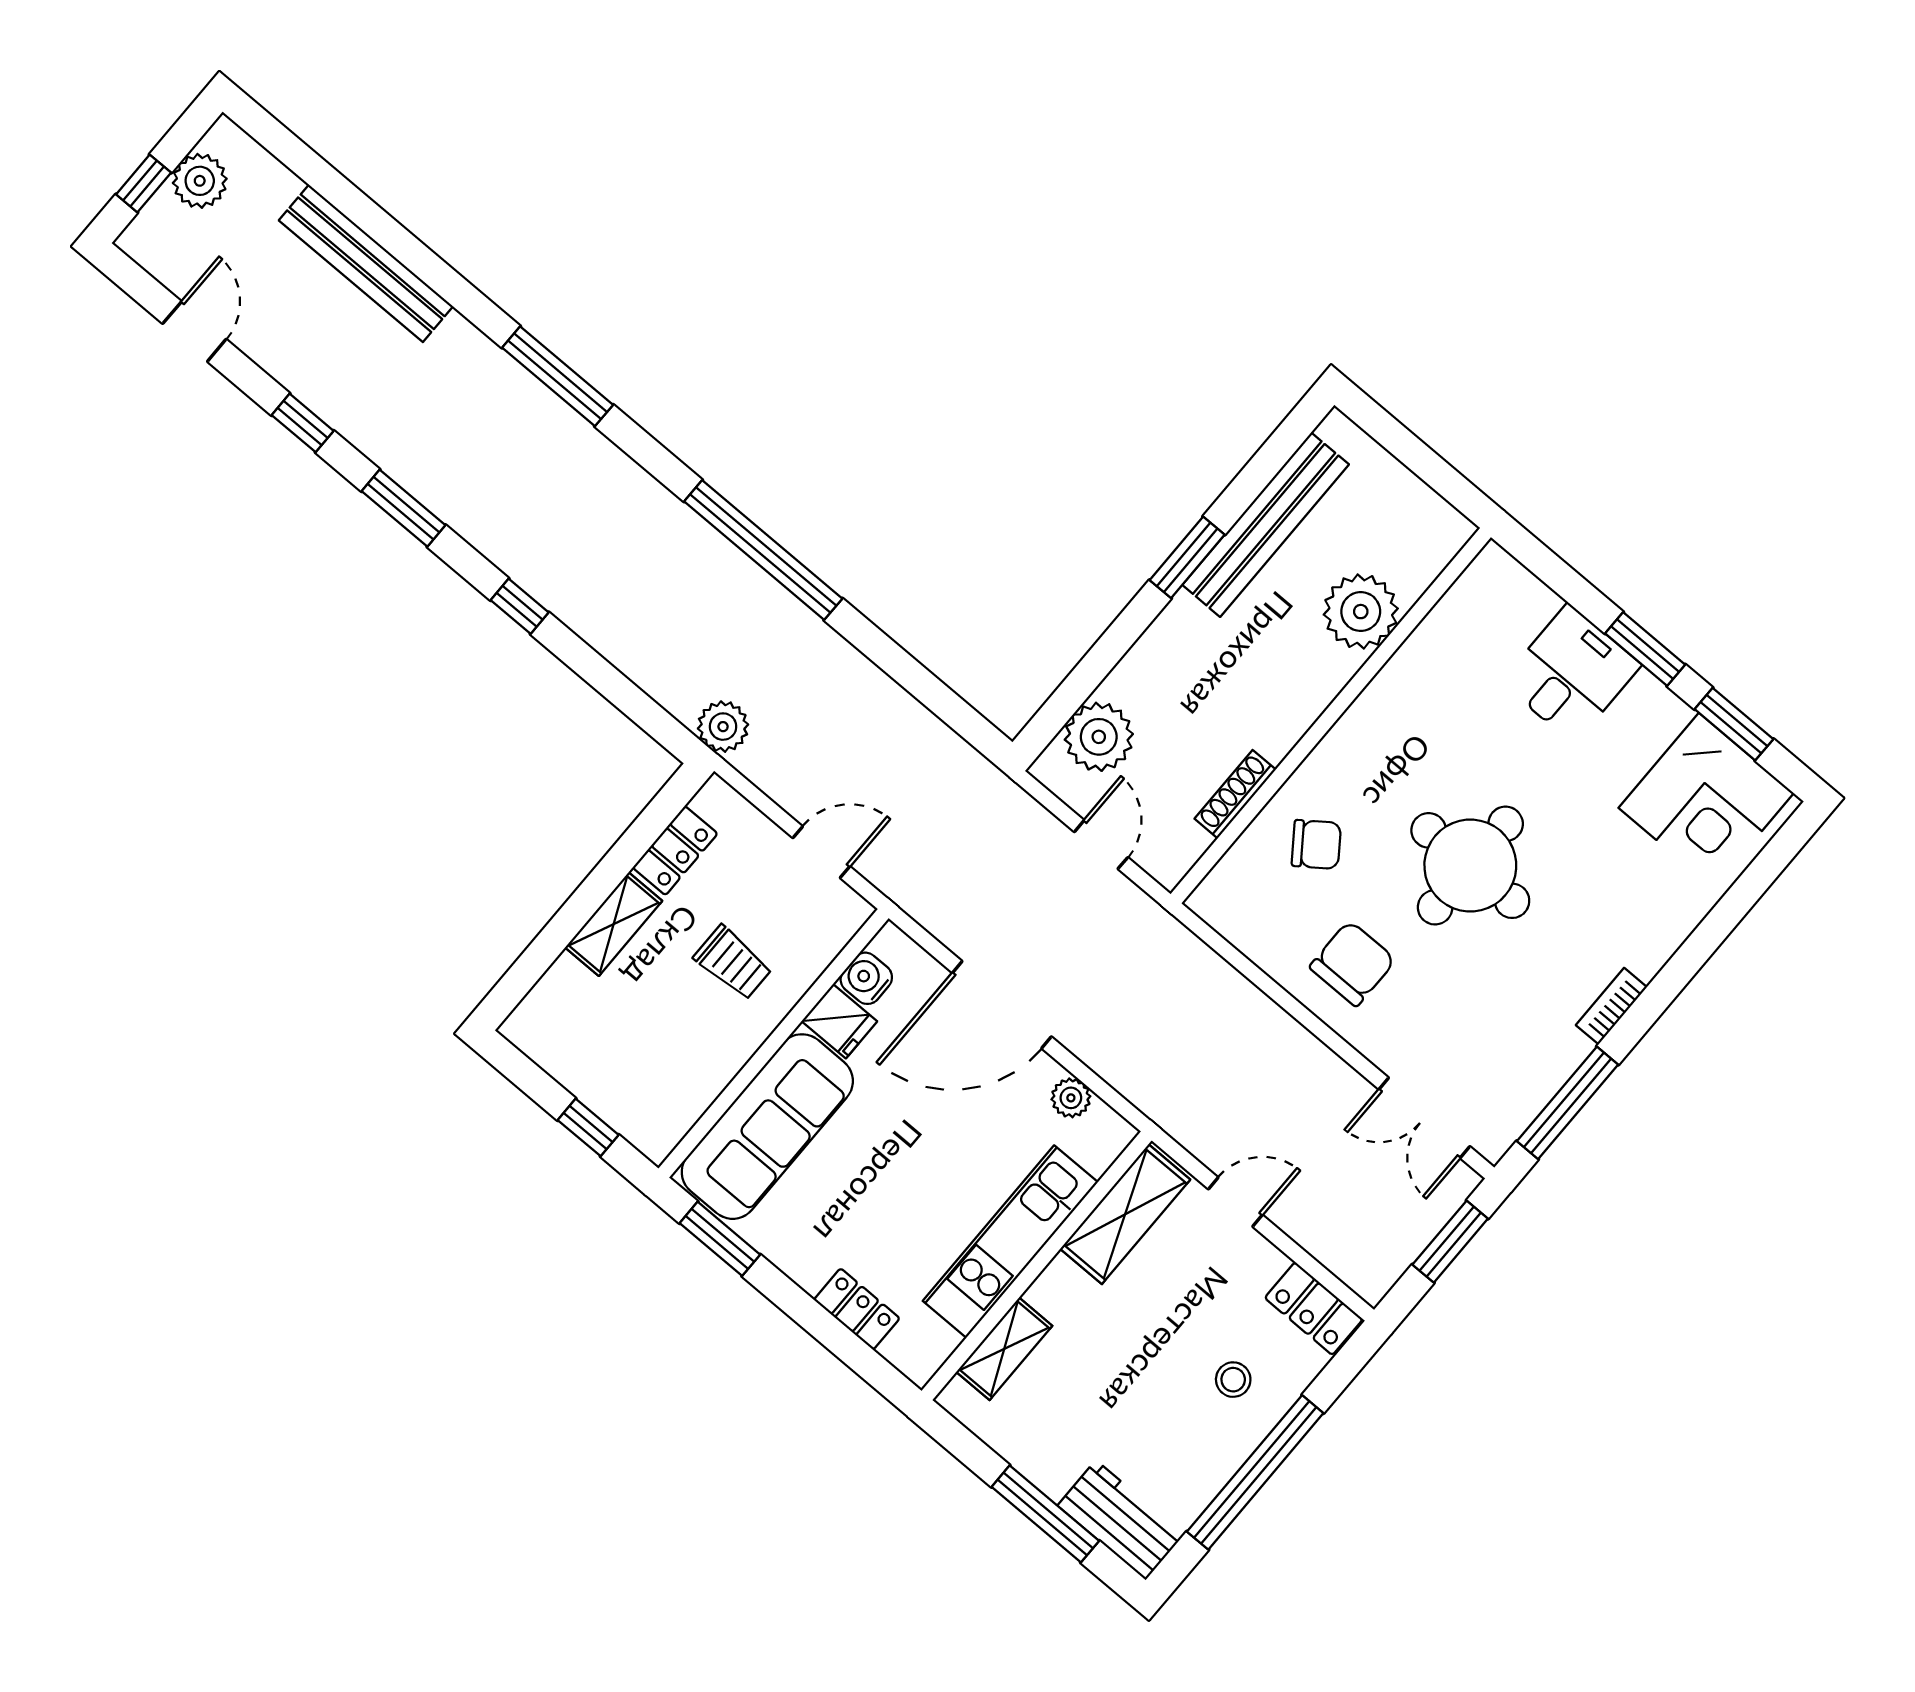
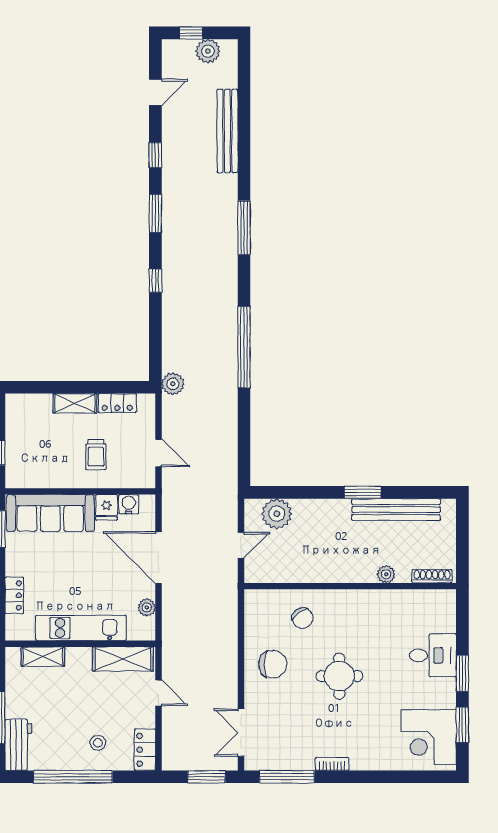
plant: (1361, 612) -> (386, 574), width x0.53, depth x0.53
shoe rack: (1235, 794) -> (432, 576), moved
round table: (1470, 866) -> (339, 676), width x0.73, depth x0.73

